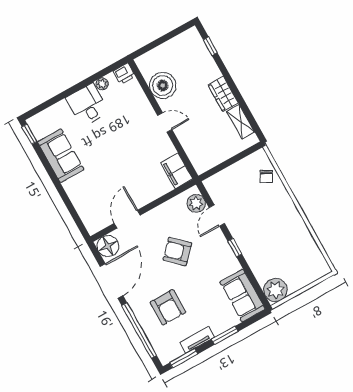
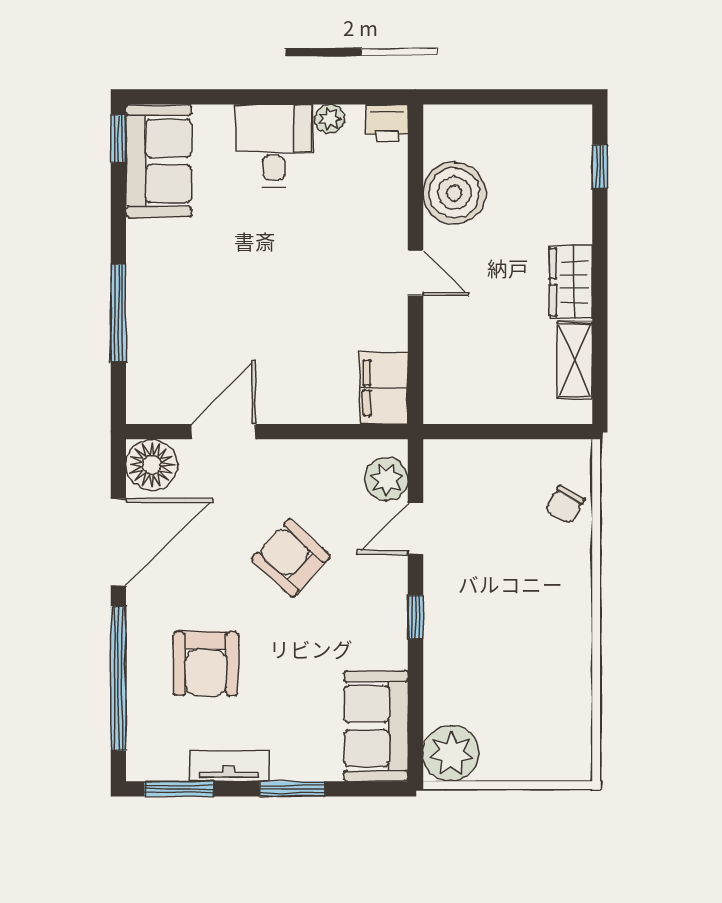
sofa: (61, 156) -> (159, 161), moved
window: (65, 197) -> (118, 313), added

